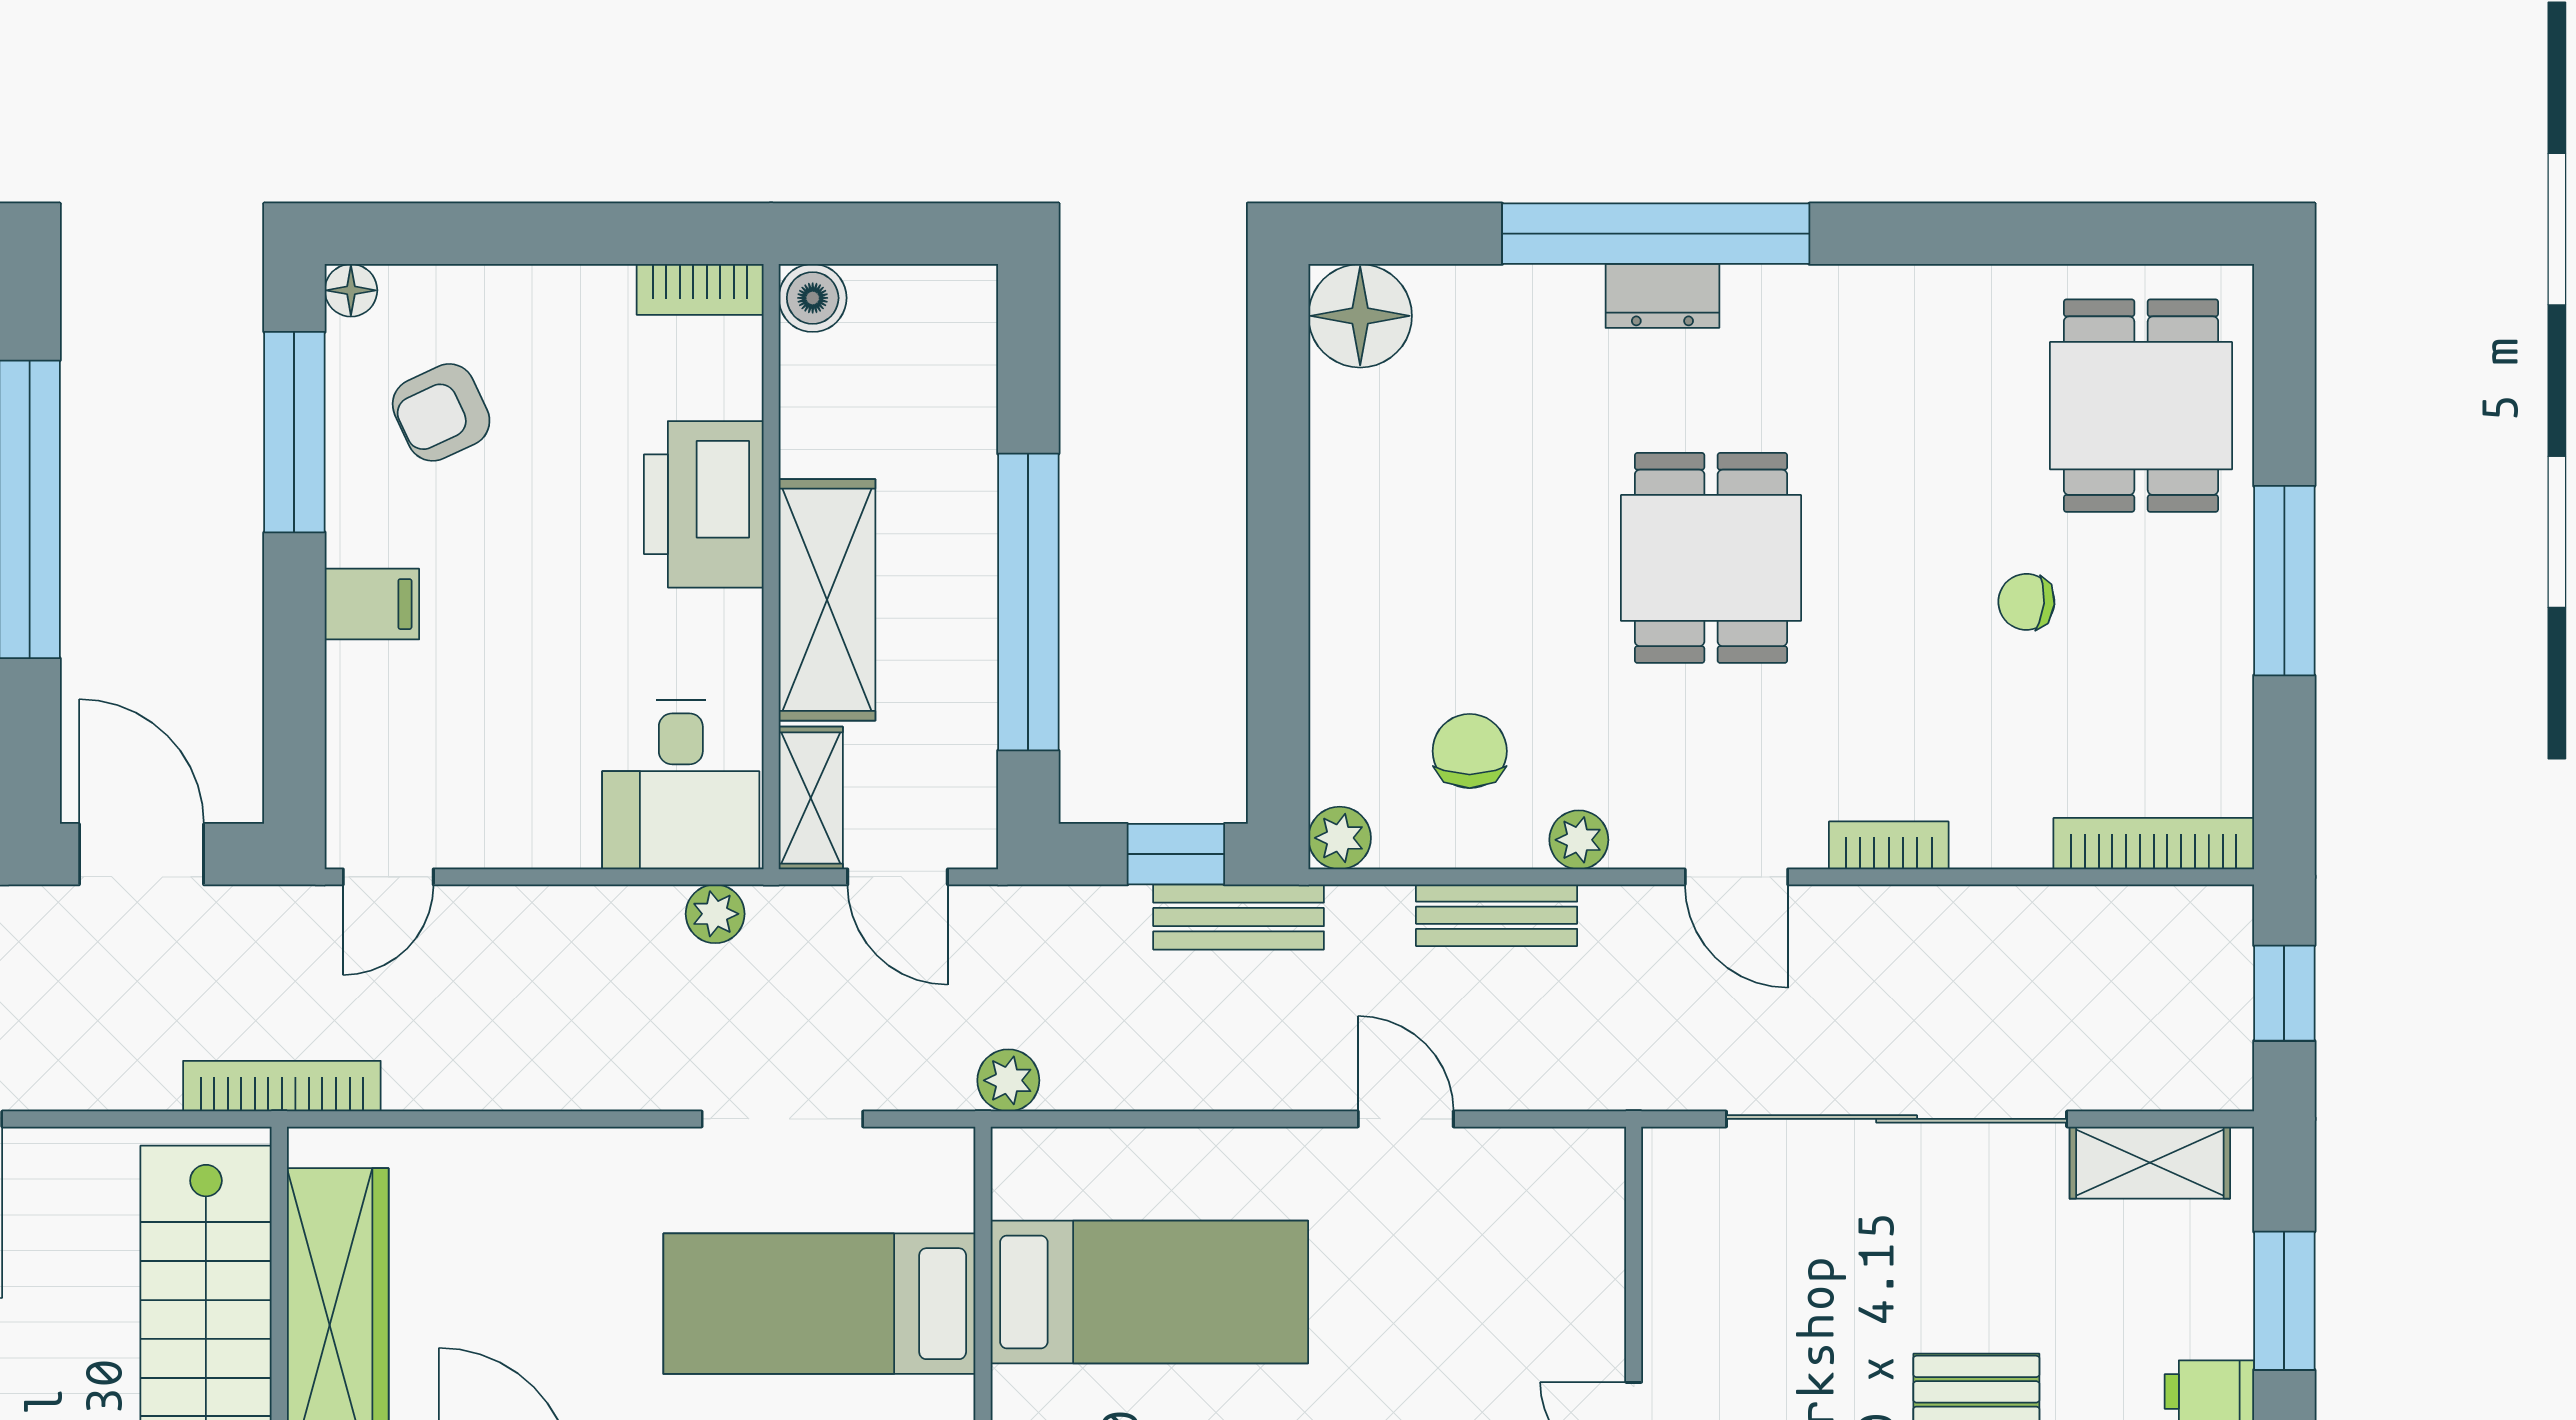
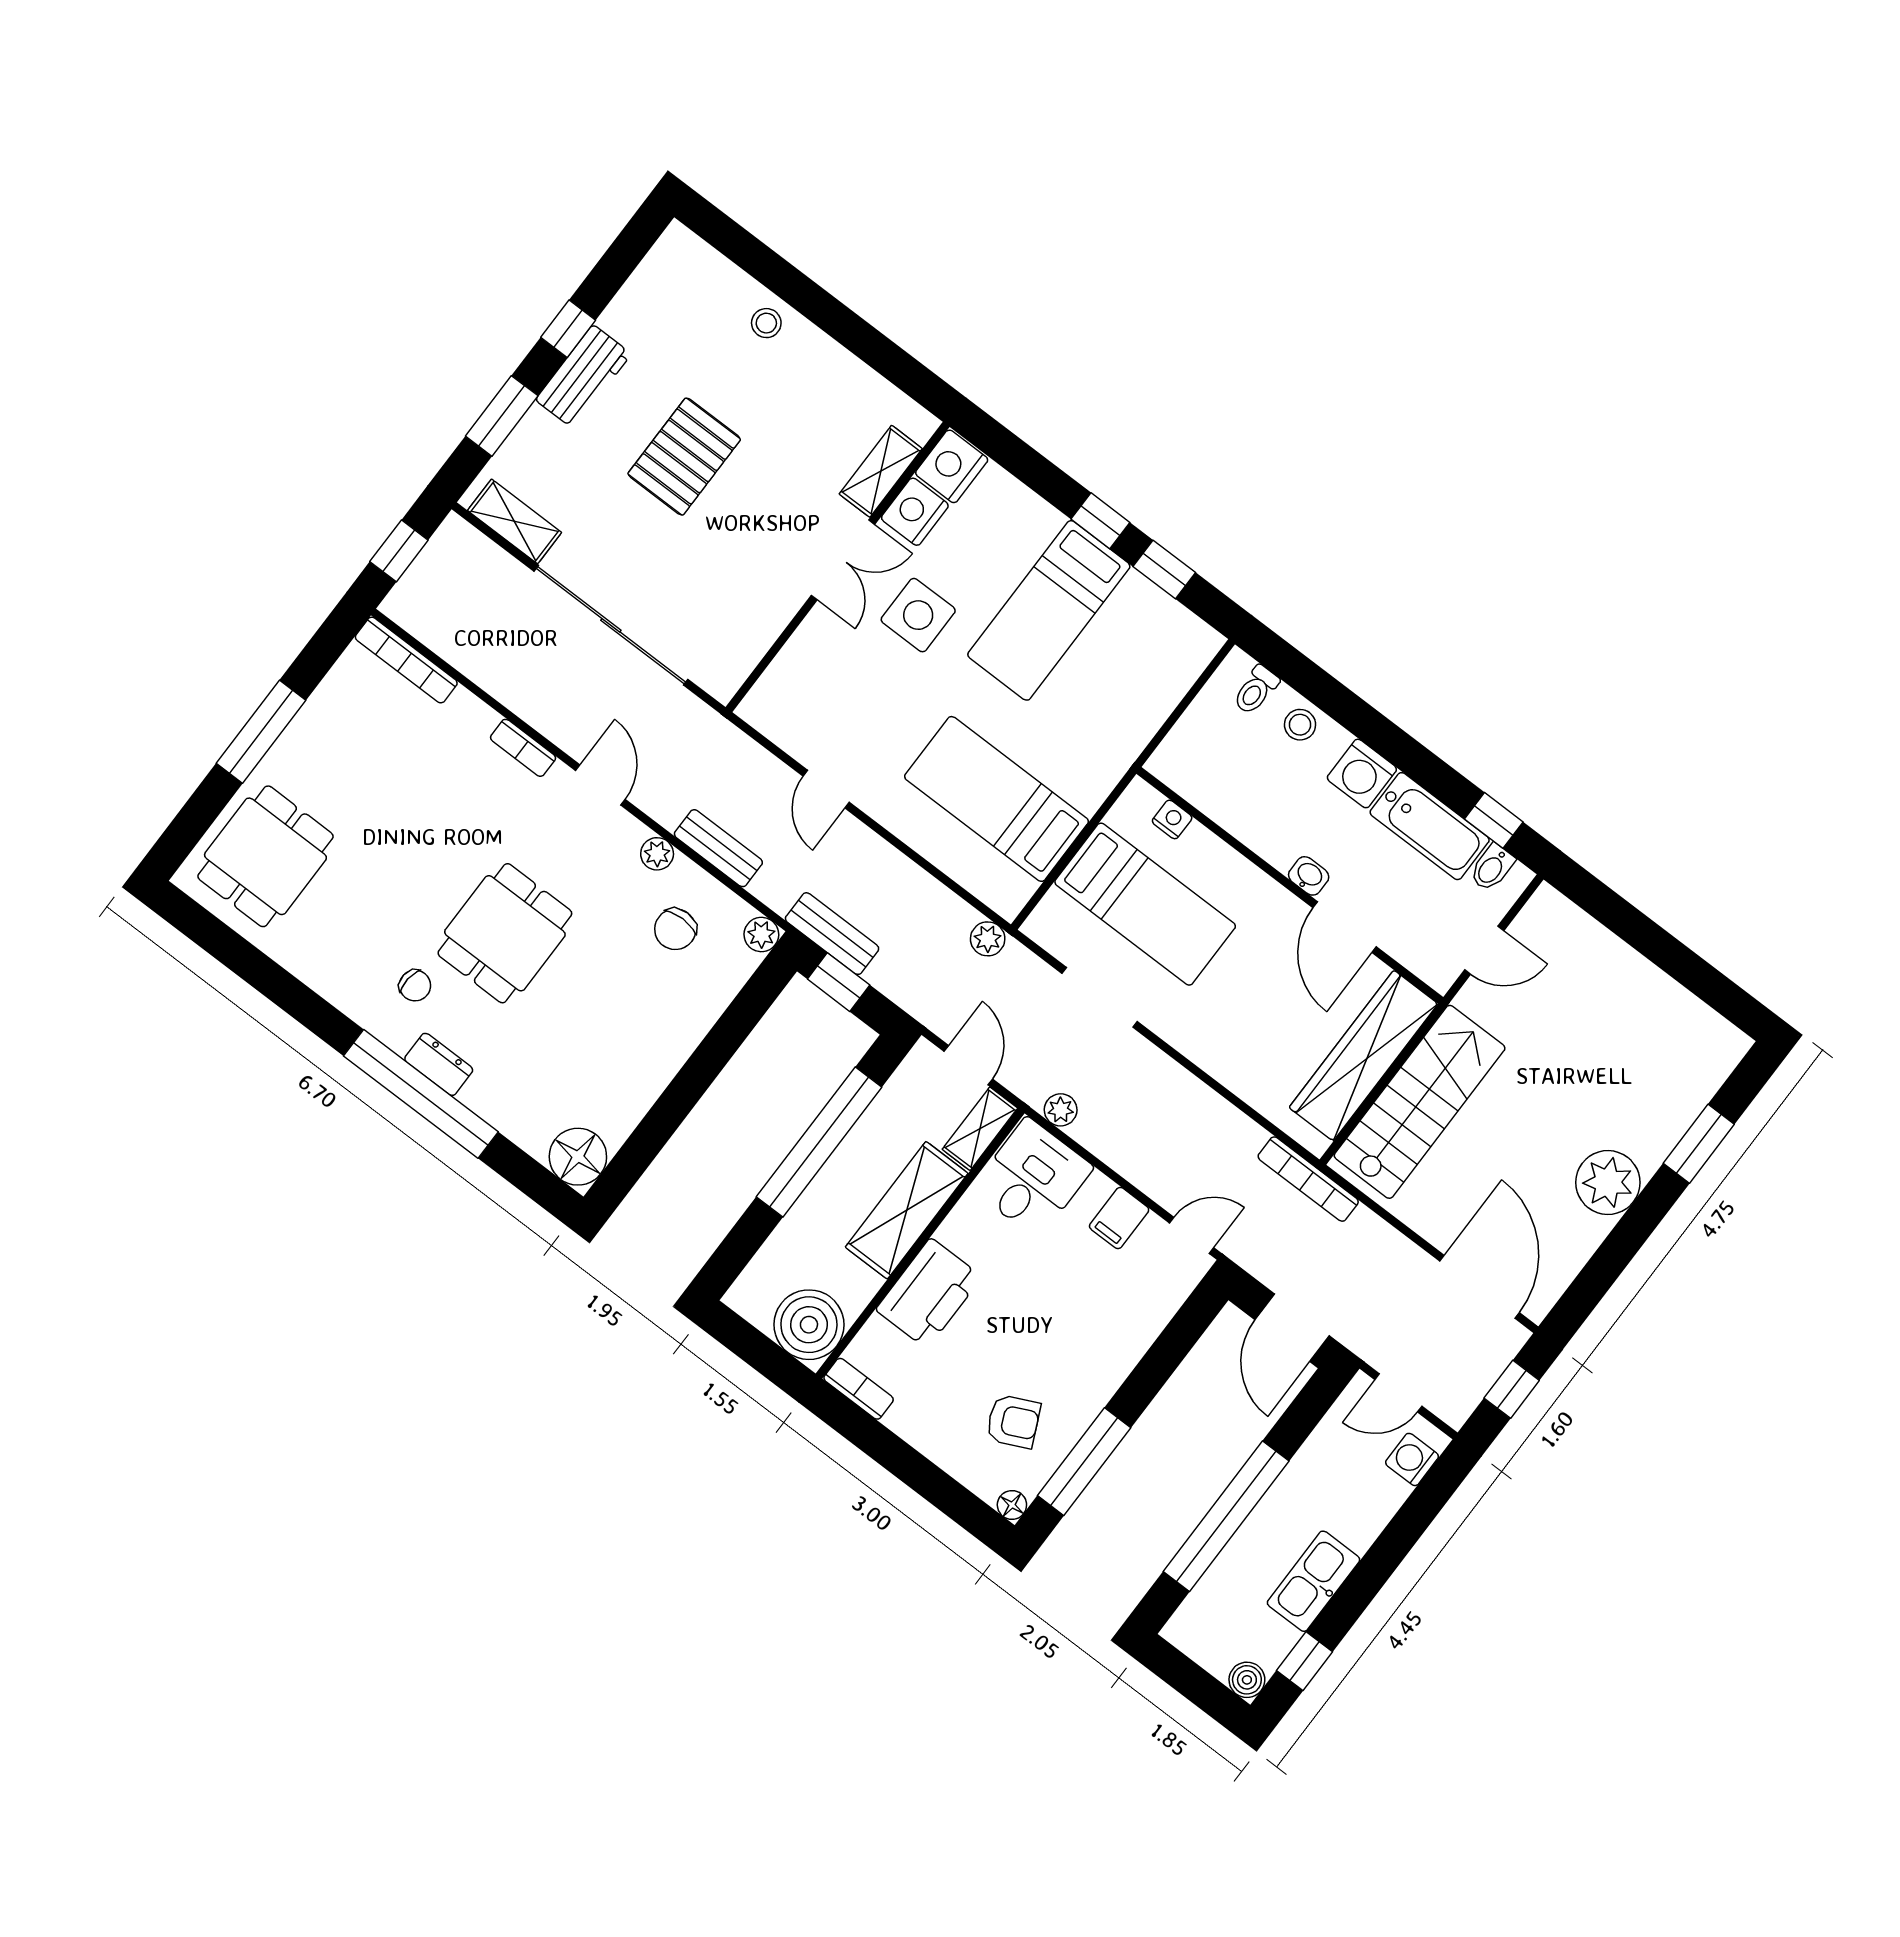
boiler: (813, 298) -> (809, 1325), width x1.86, depth x1.86
chair: (2026, 602) -> (415, 986), moved
filing cabinet: (372, 604) -> (1119, 1218), moved, turned -90

